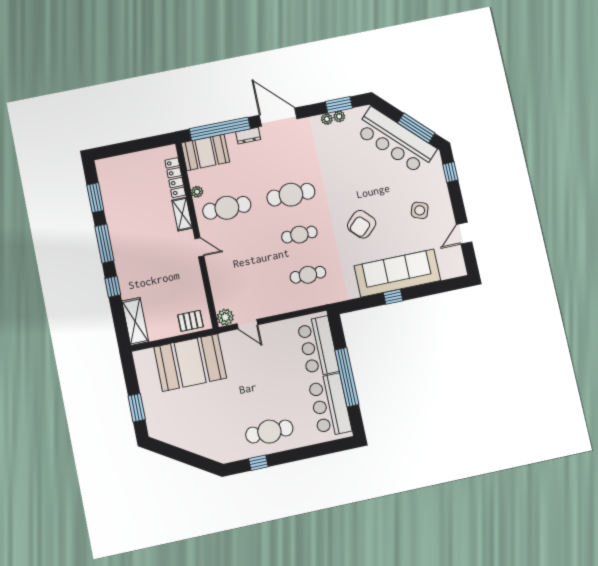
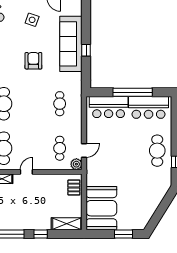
armchair: (362, 224) -> (33, 61), turned -136
cafe table: (299, 235) -> (60, 148), moved
booth: (190, 363) -> (101, 208), moved

